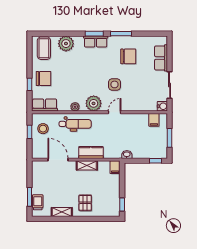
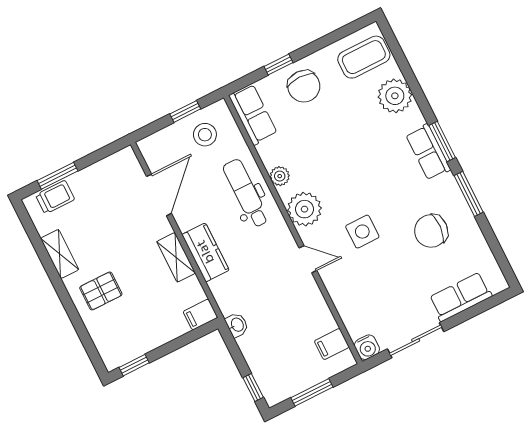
chair: (128, 56) -> (431, 231), turned 93
dental chair: (75, 124) -> (246, 193), turned 180

